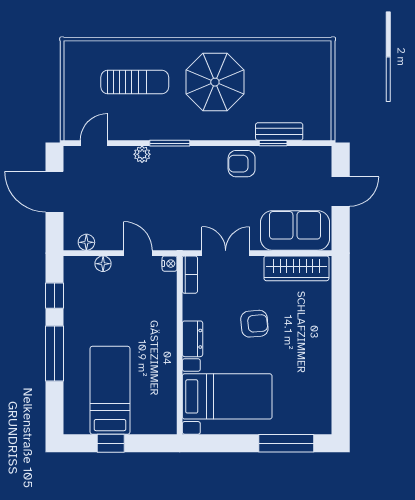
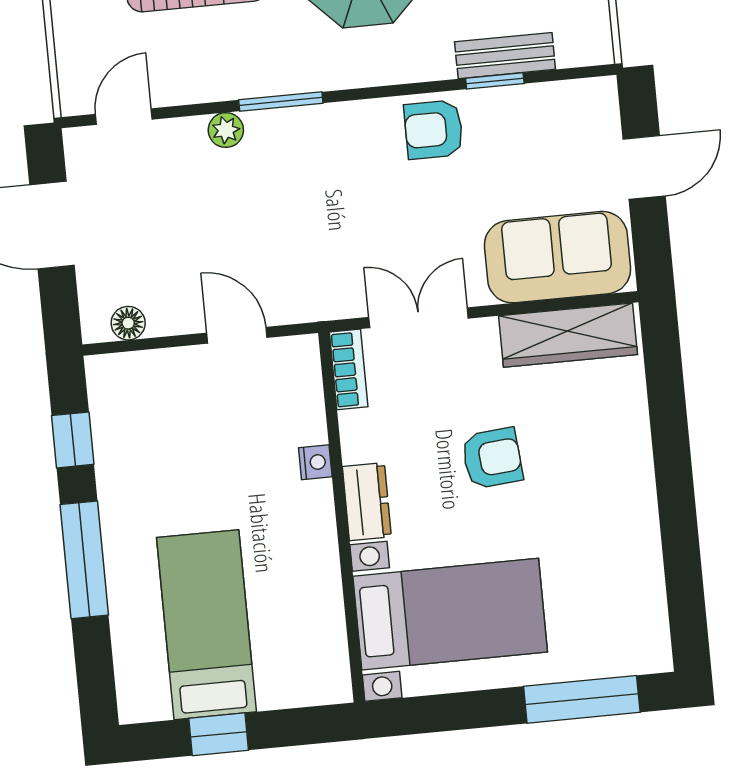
floor lamp: (103, 264) -> (167, 364), removed
nightstand: (170, 264) -> (315, 462), moved

